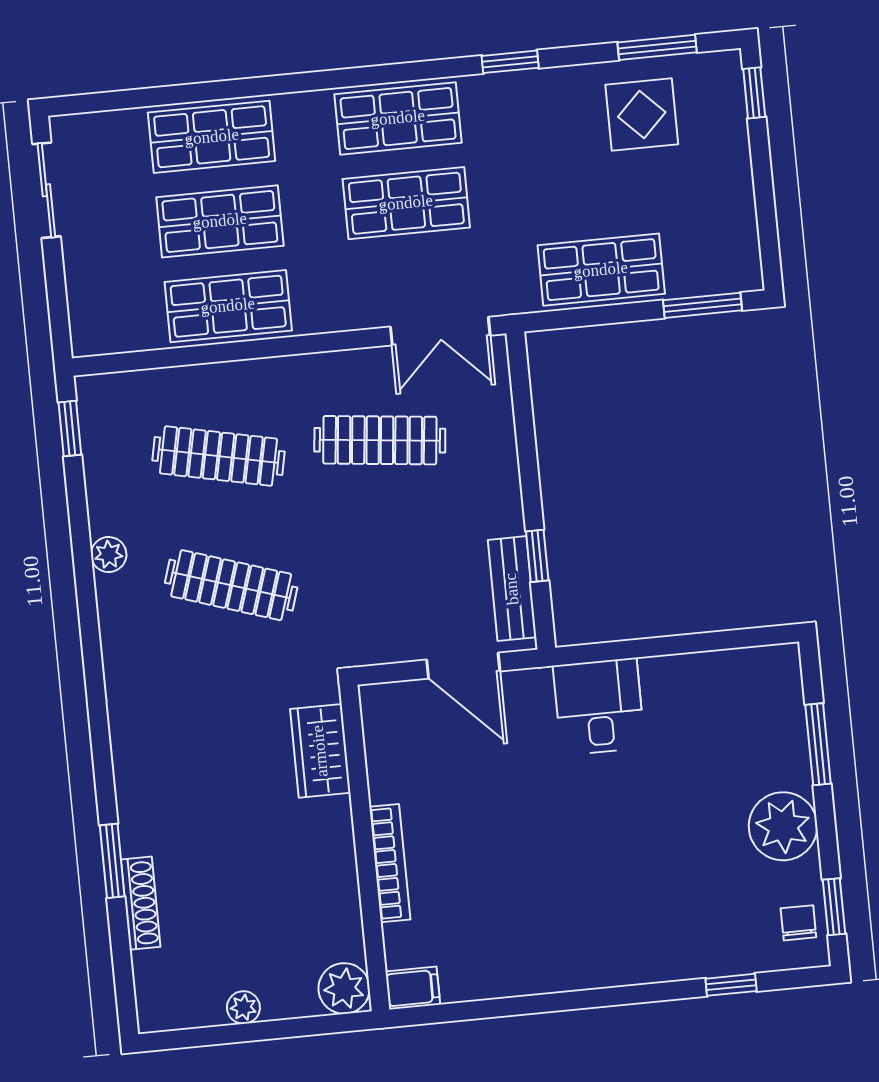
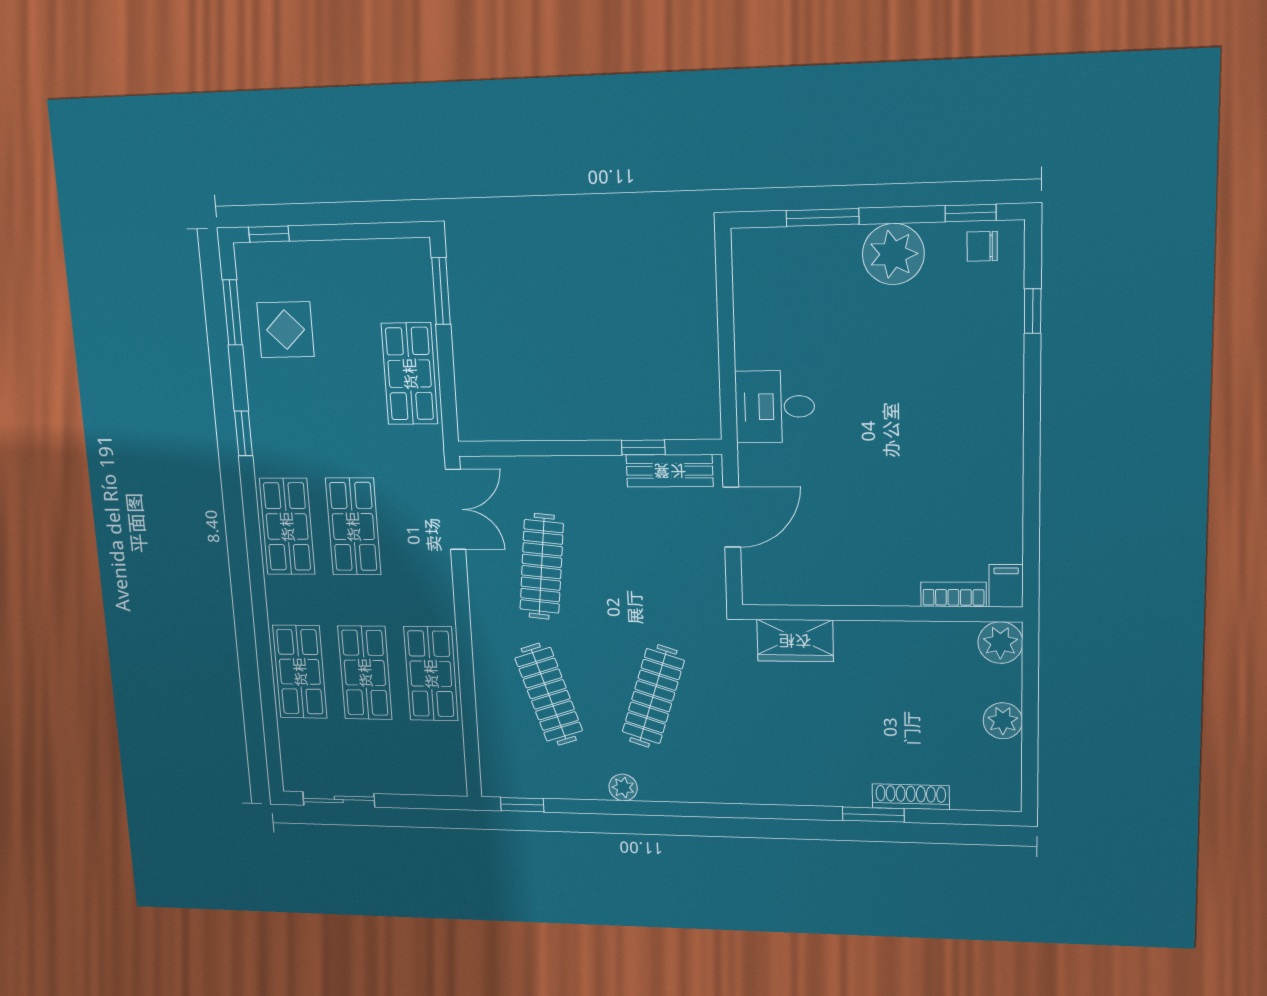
clothes rail: (218, 456) -> (549, 694), turned -30
bookcase: (390, 863) -> (953, 594), moved, width x0.64
plant: (243, 1007) -> (1003, 721), width x1.38, depth x1.38

